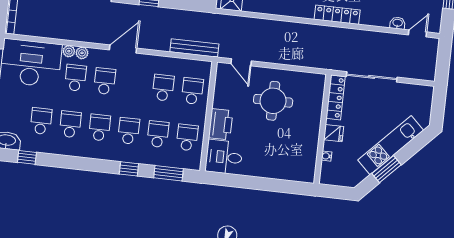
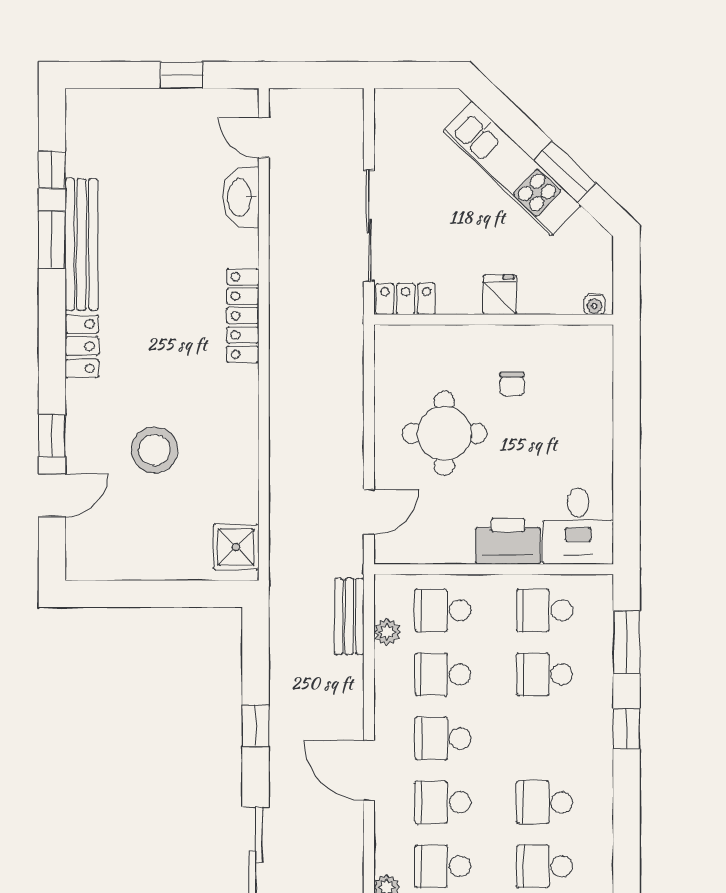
washbasin: (398, 23) -> (241, 197), width x1.91, depth x1.45
bench: (194, 48) -> (349, 616), width x0.73
plant: (82, 53) -> (387, 632), moved
locker: (336, 97) -> (406, 299), width x0.66
school desk: (129, 131) -> (443, 738), moved
chair: (292, 134) -> (512, 384), added
water cooler: (327, 156) -> (594, 304), moved

